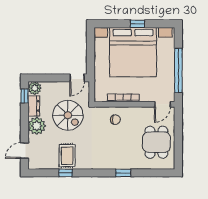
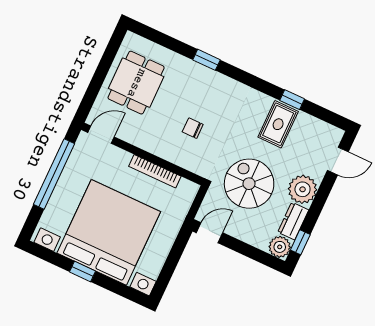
chair: (115, 120) -> (193, 128), moved

